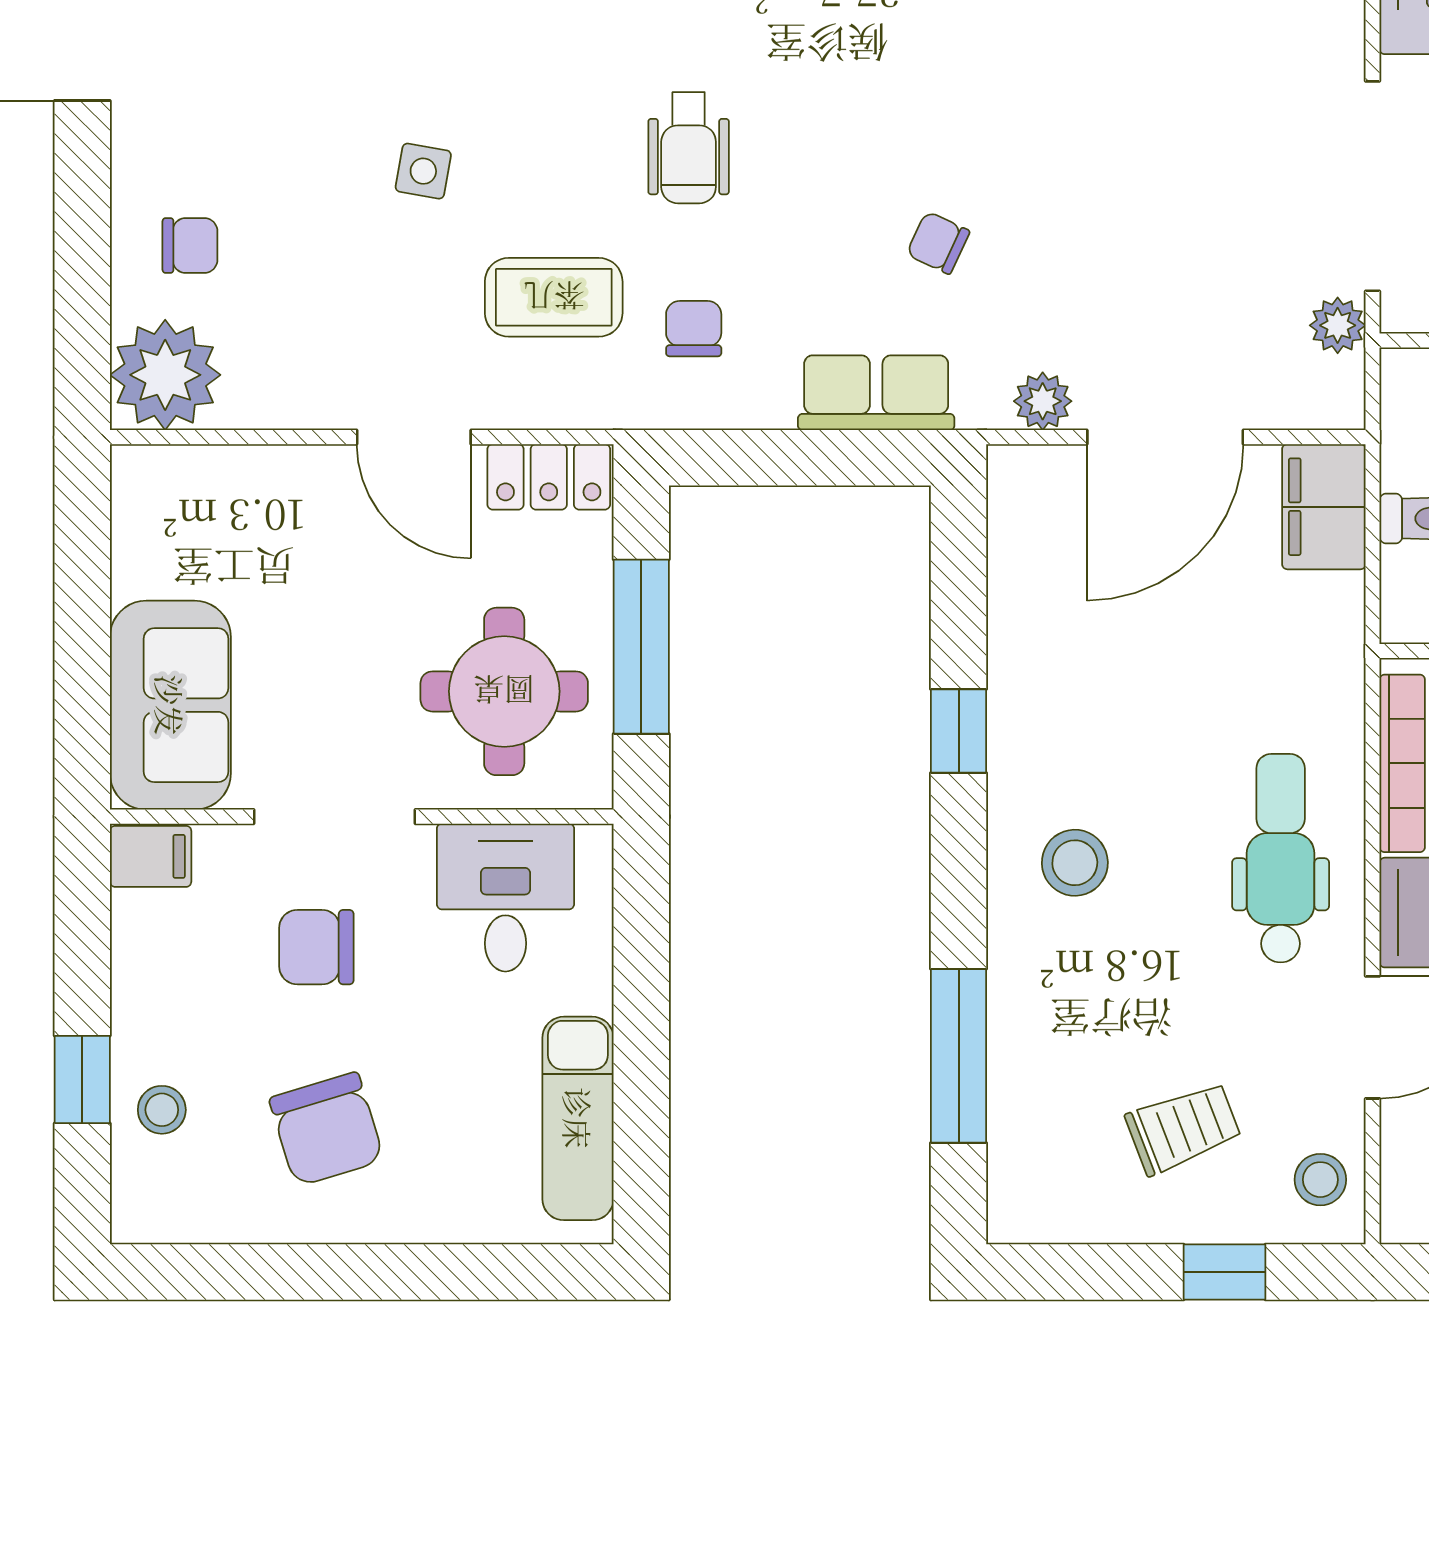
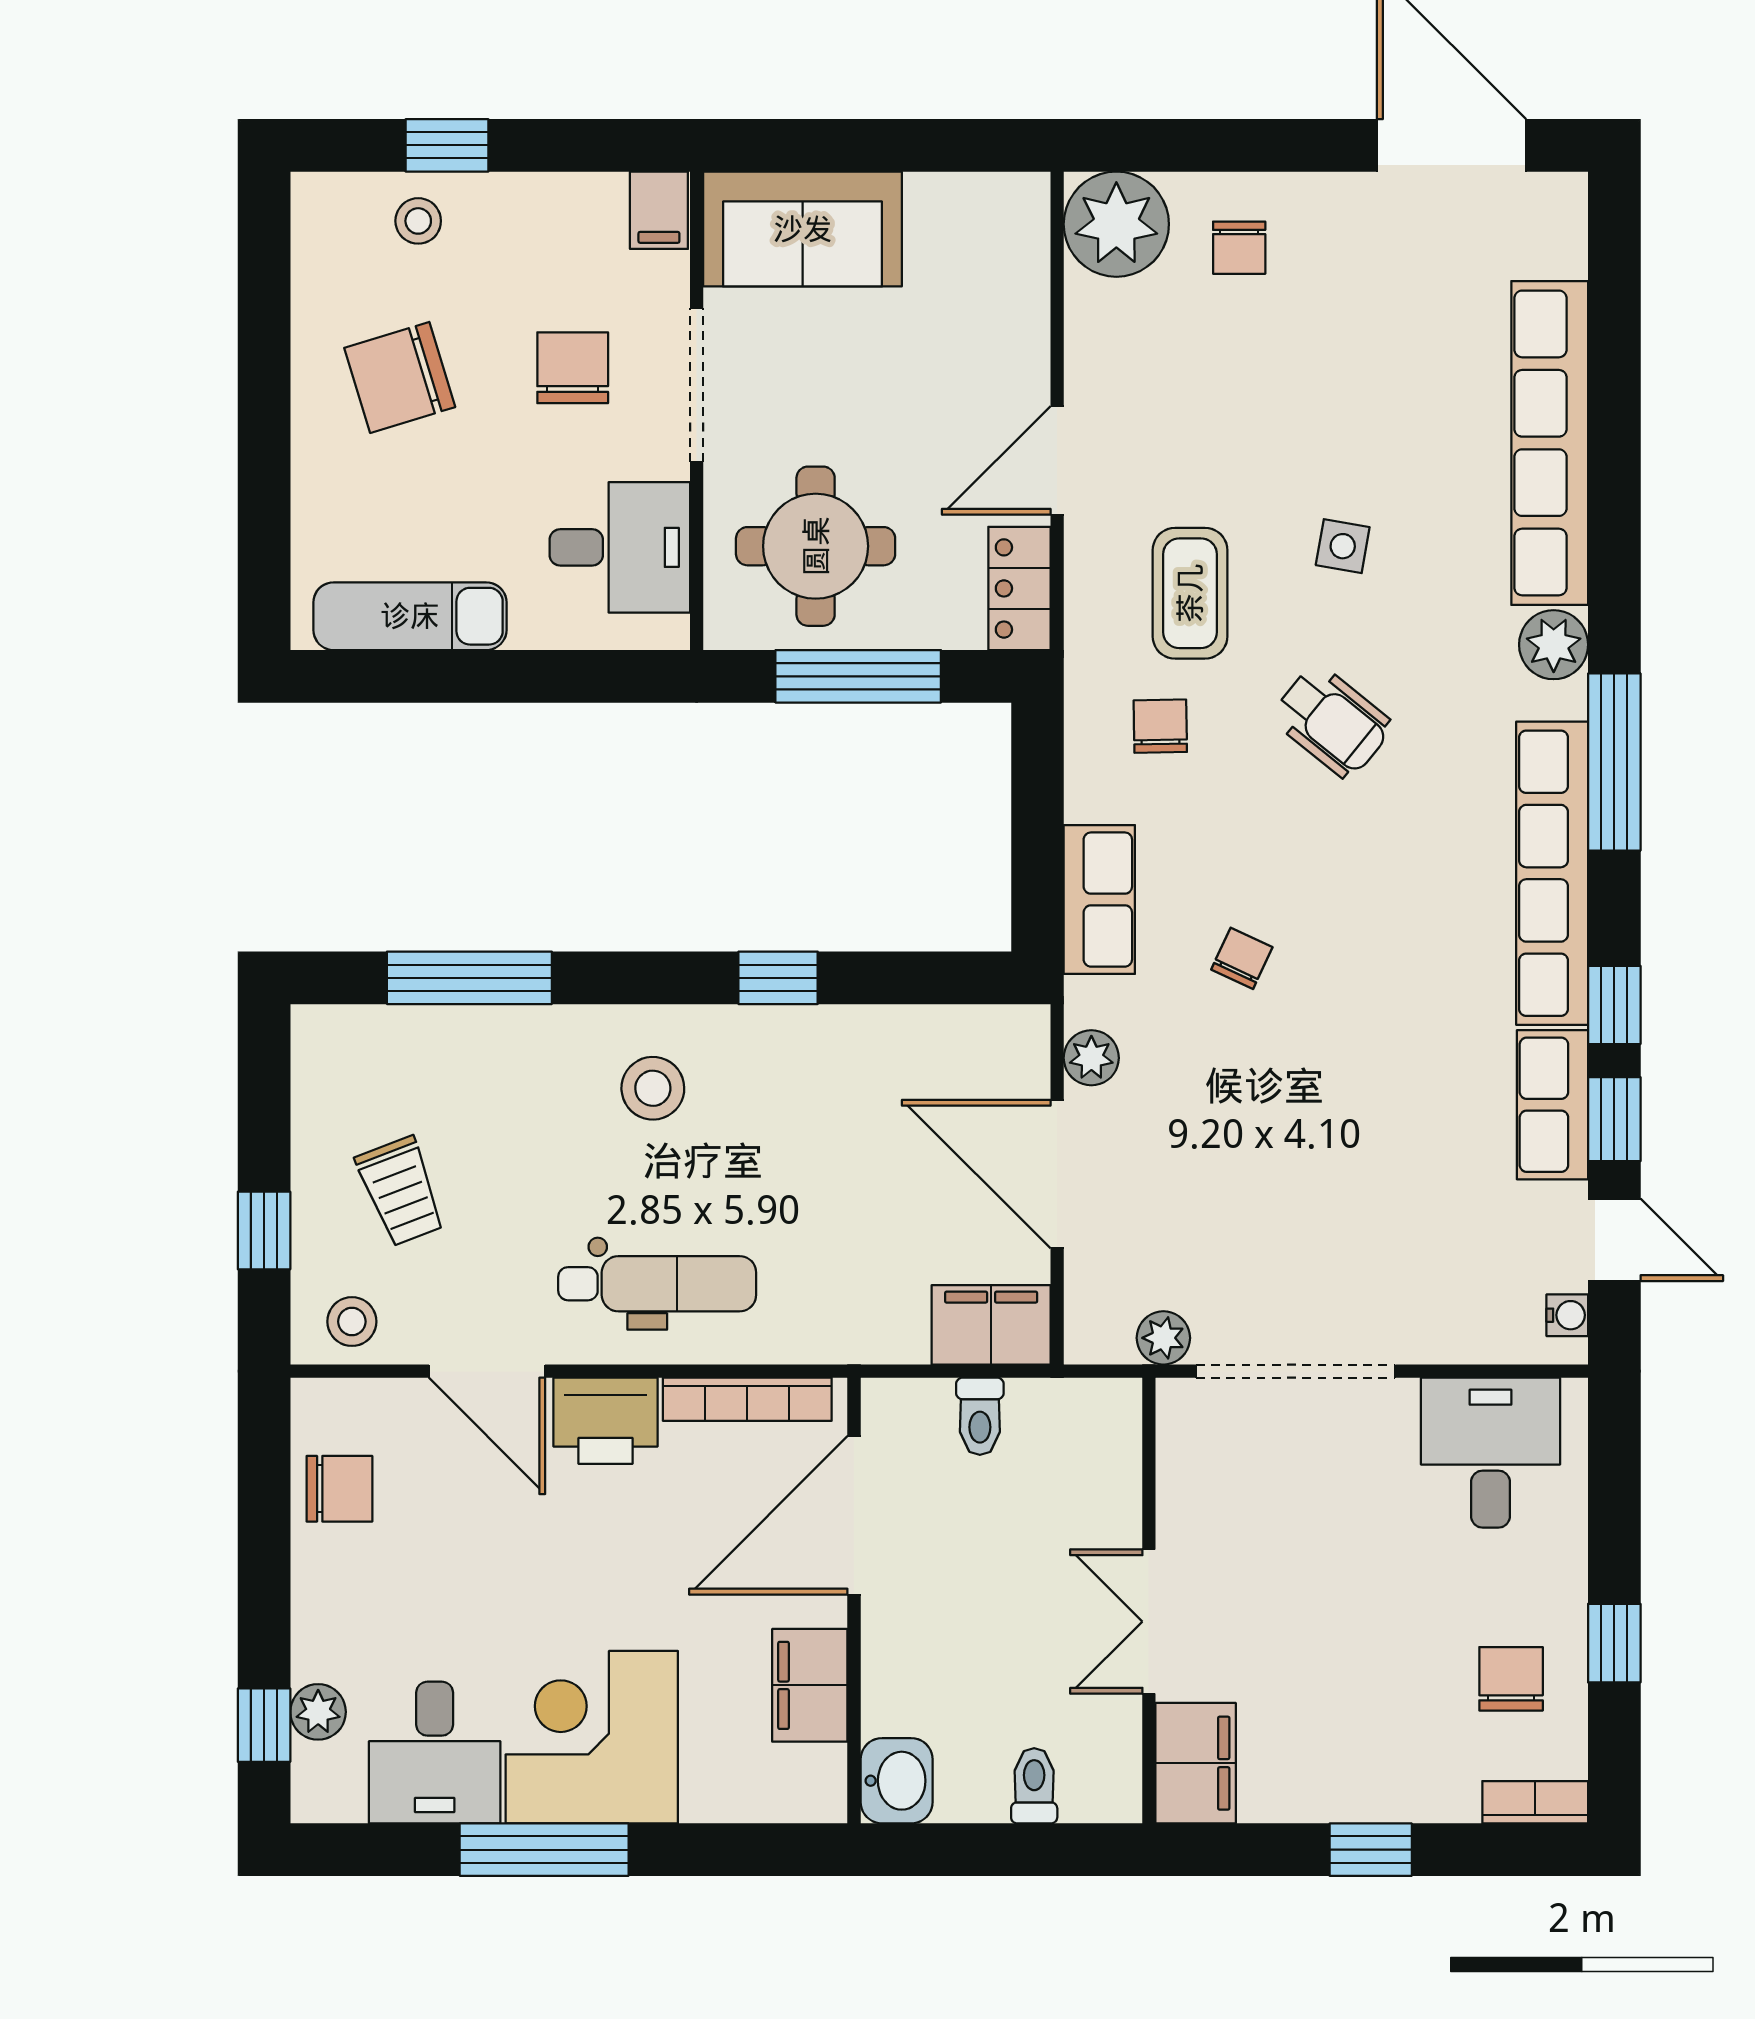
wheelchair: (689, 148) -> (1332, 721), turned -141
side table: (423, 171) -> (1343, 546), moved
chair: (694, 329) -> (1160, 726), turned -91

